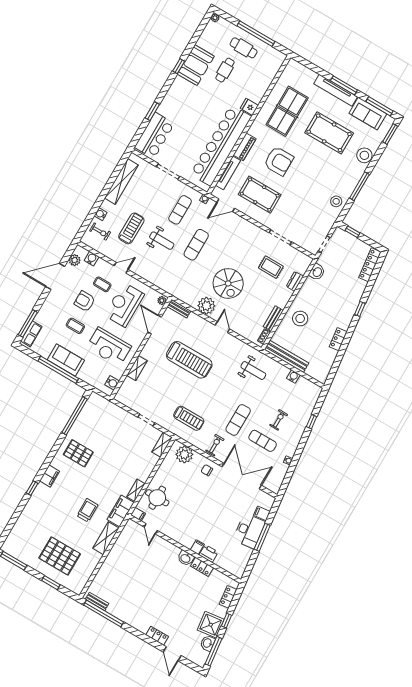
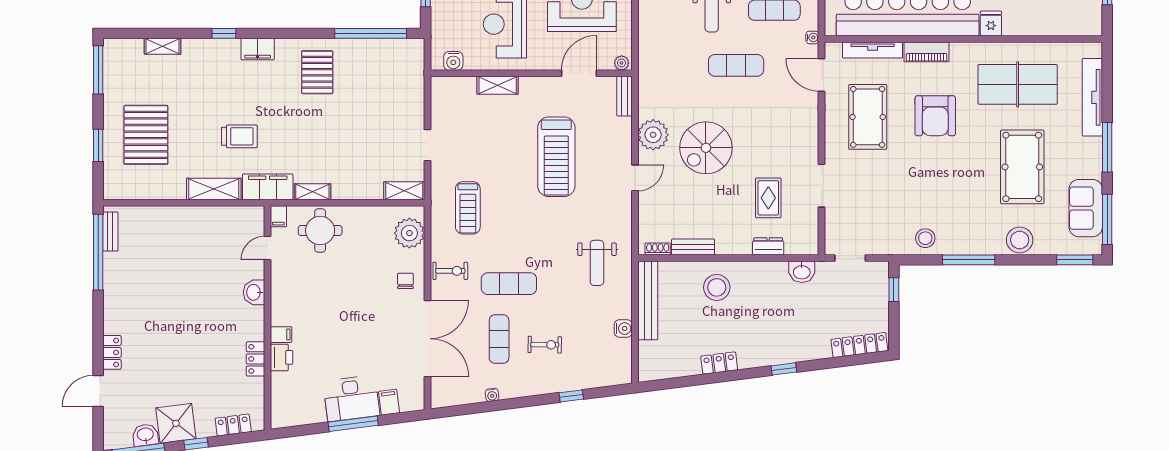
tv unit: (336, 90) -> (1092, 97), moved
shelving: (21, 522) -> (163, 46), added
washbasin: (186, 558) -> (254, 292), moved

